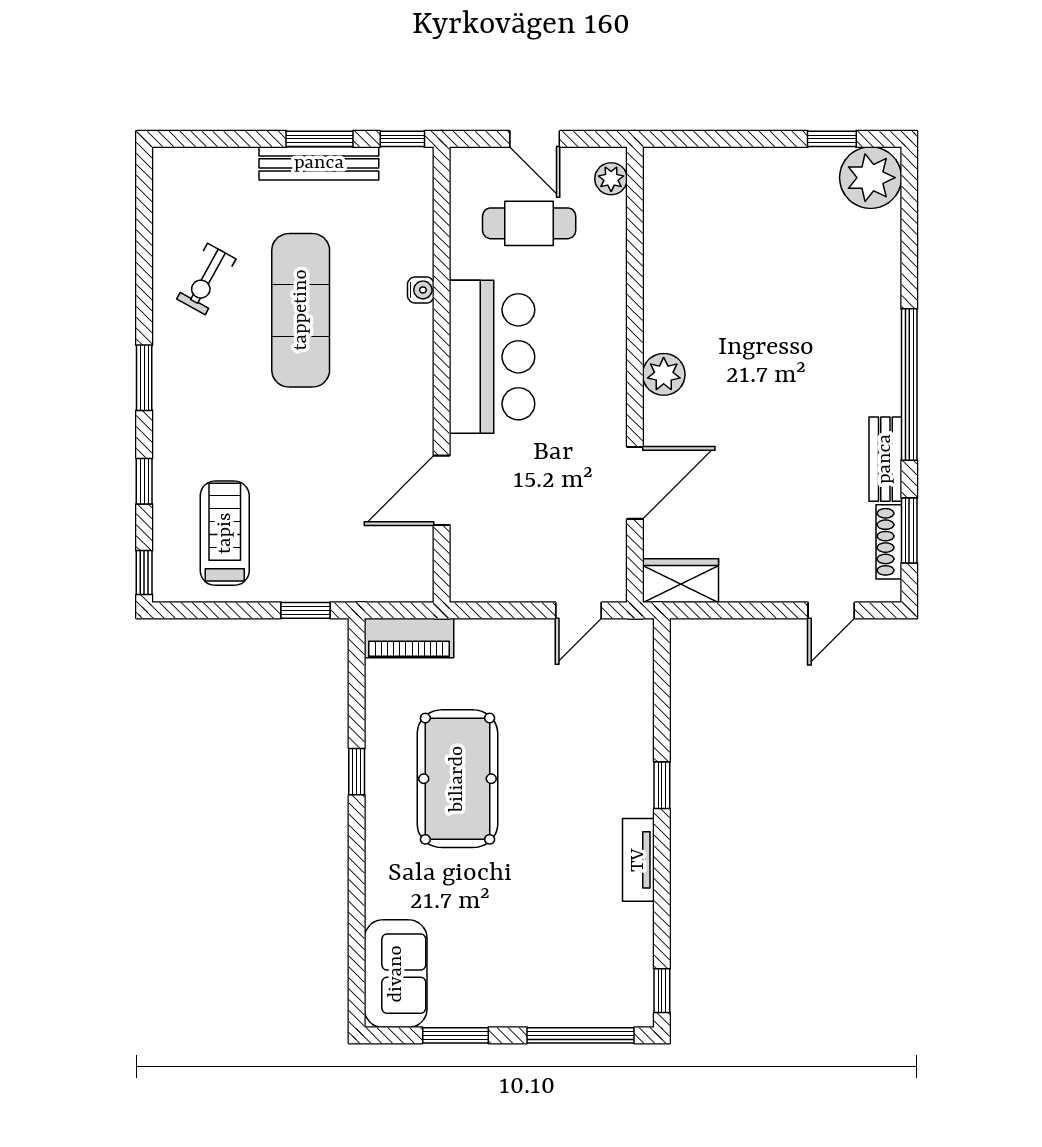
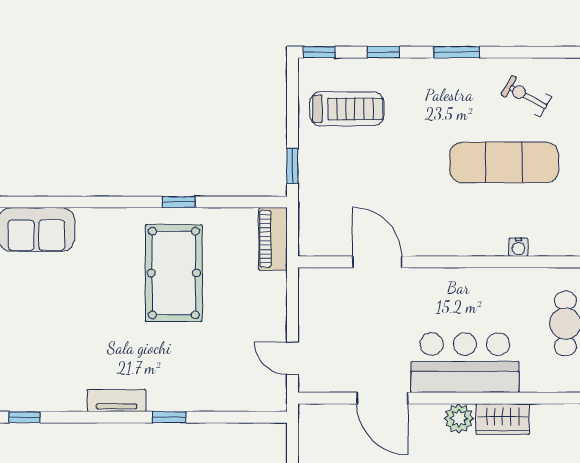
bar counter: (492, 357) -> (465, 363), moved, turned 180
wardrobe: (681, 581) -> (503, 419), moved, turned 90
pool table: (457, 779) -> (174, 273), turned 90

